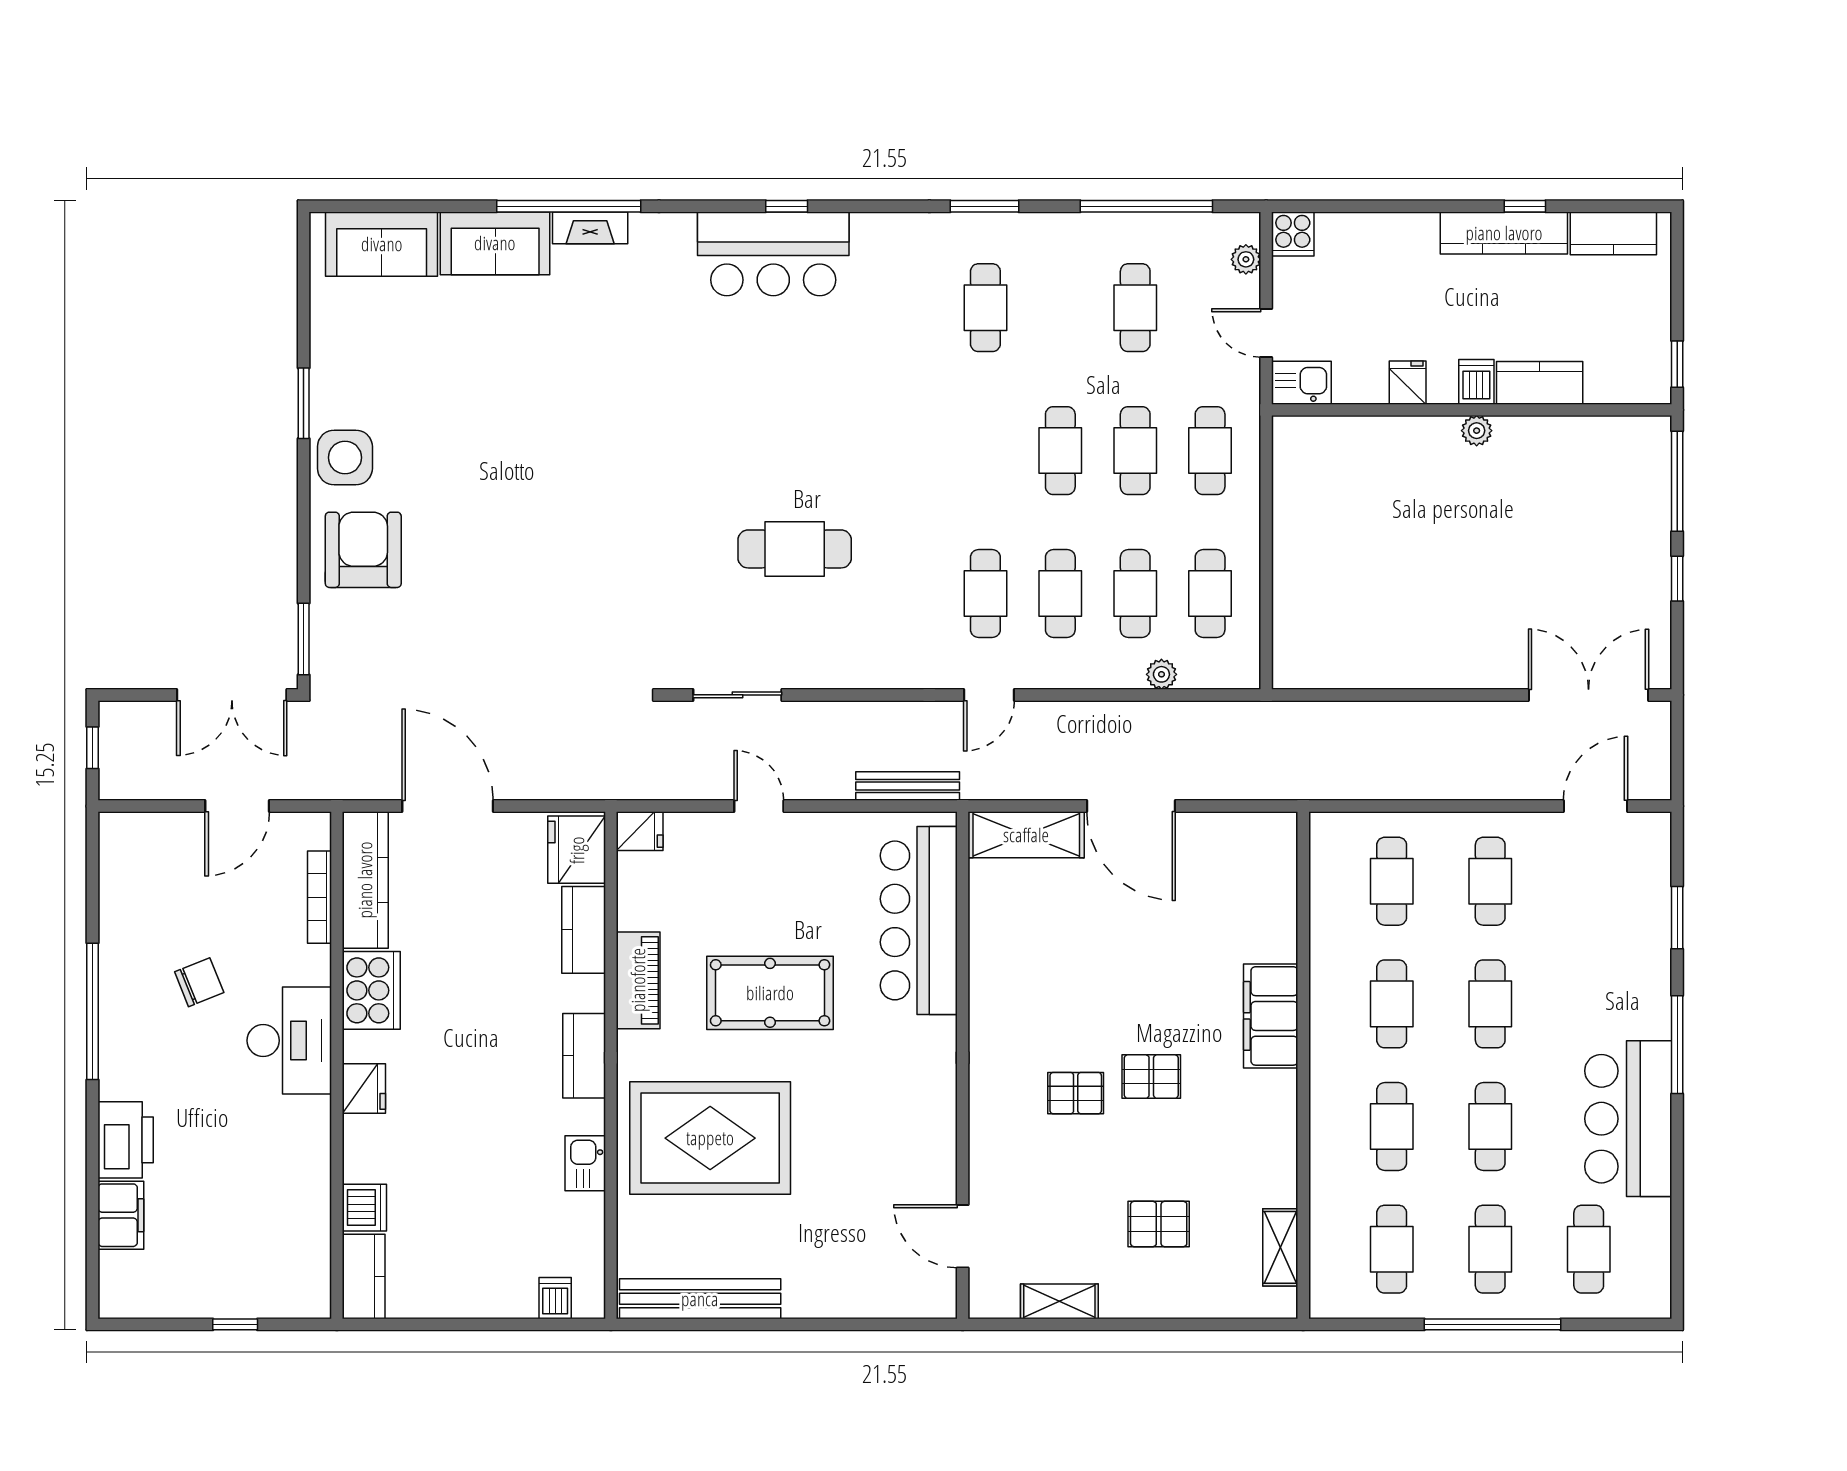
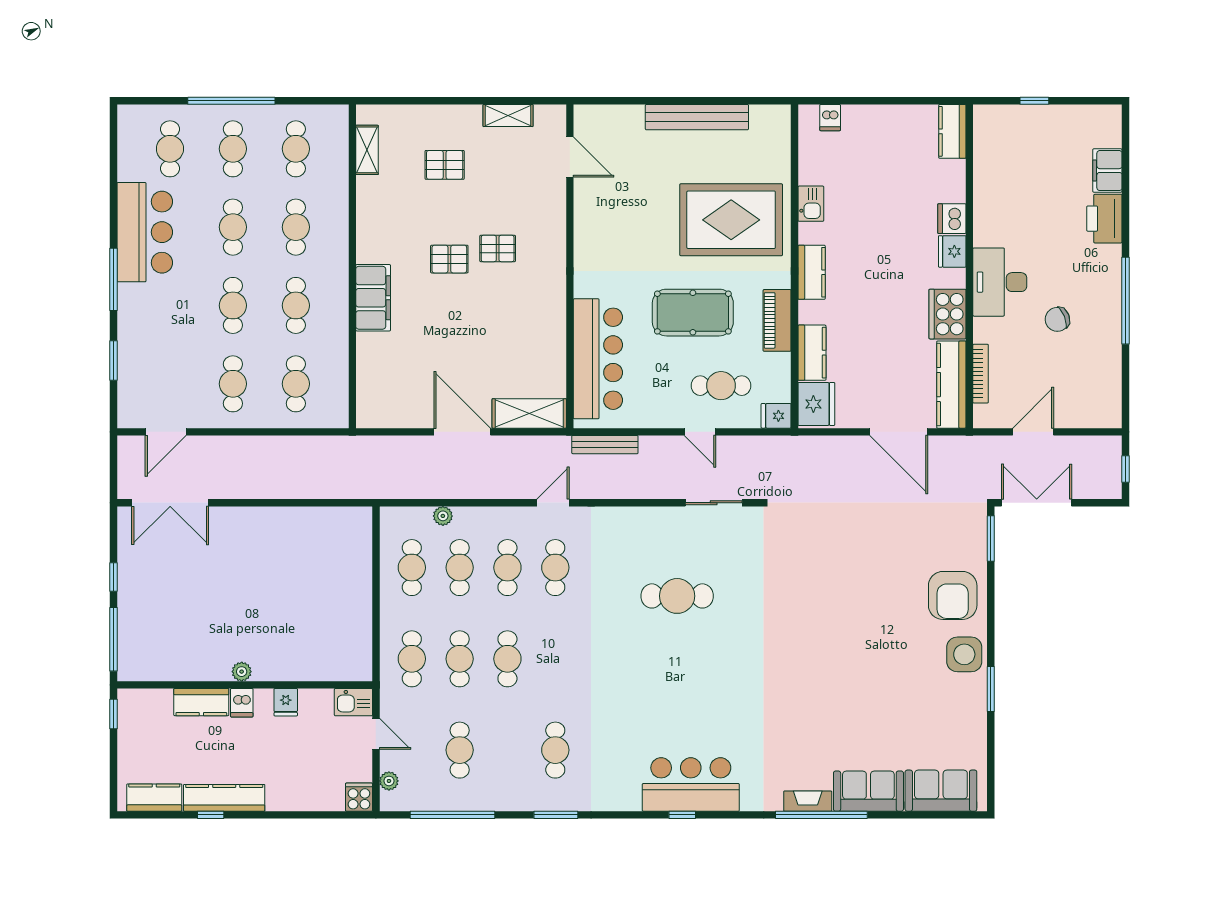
cafe table: (726, 878) -> (721, 386), added
dishwasher: (364, 1208) -> (952, 219), moved
bench: (700, 1299) -> (697, 117), moved

